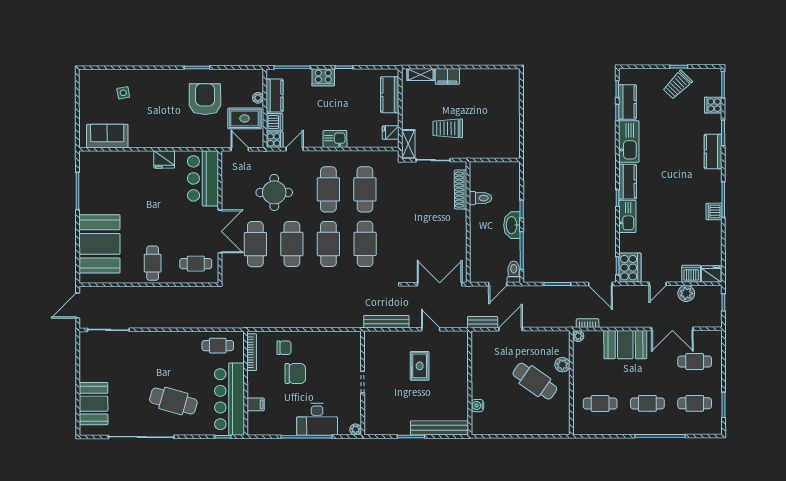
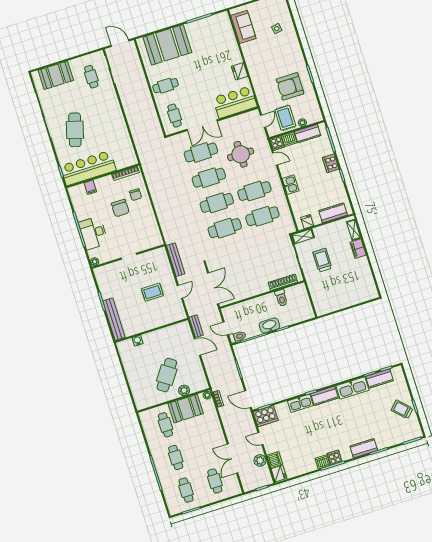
armchair: (205, 99) -> (290, 86), turned 180
cooker: (713, 105) -> (335, 458), moved
door: (600, 284) -> (248, 399), hinge flipped
booth: (625, 345) -> (186, 409), moved, turned 90
cafe table: (218, 346) -> (91, 77), moved

